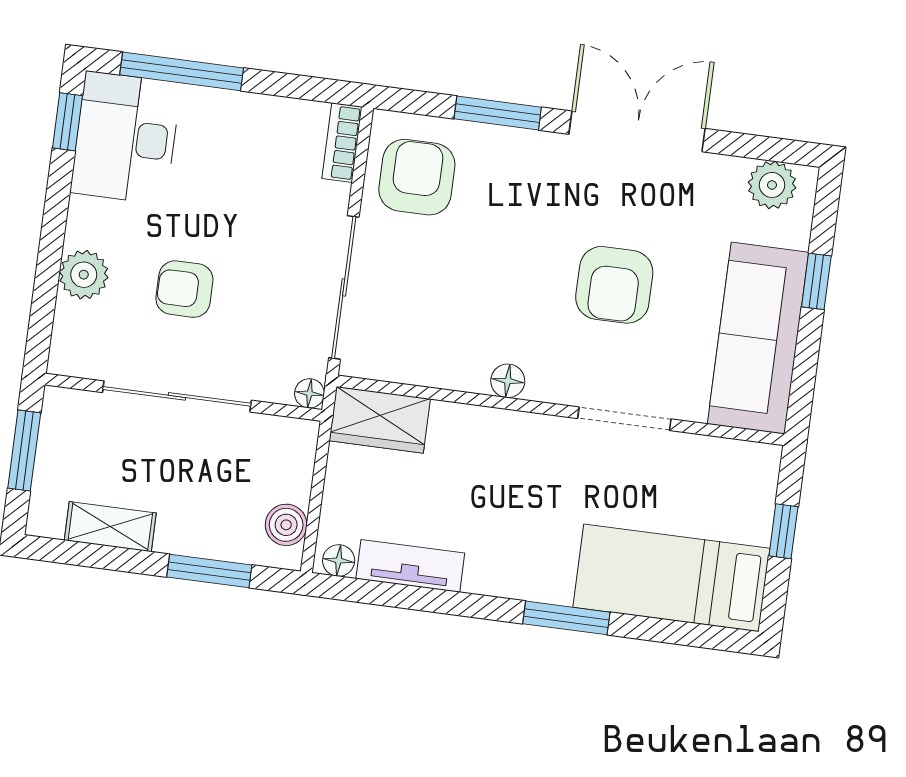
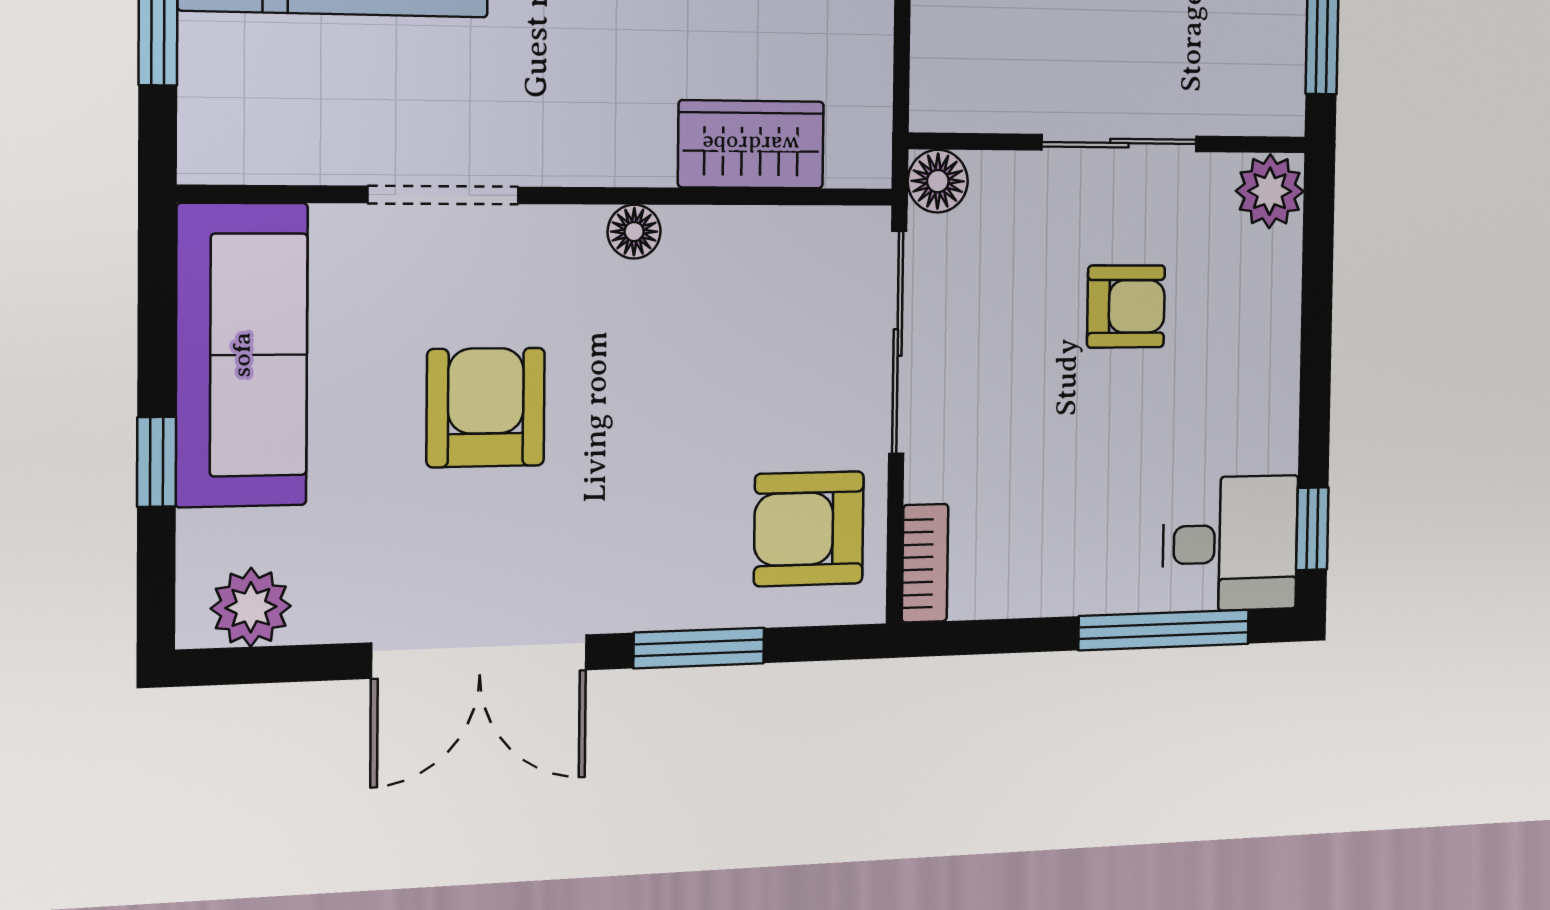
desk: (126, 138) -> (1230, 544), width x0.73
armchair: (417, 177) -> (809, 529), turned 90
plant: (84, 275) -> (1270, 191), moved
floor lamp: (309, 393) -> (938, 181), width x1.37, depth x1.37
sliding door: (177, 396) -> (1119, 143), width x0.73
wardrobe: (380, 420) -> (751, 144), moved

